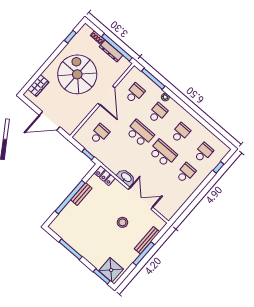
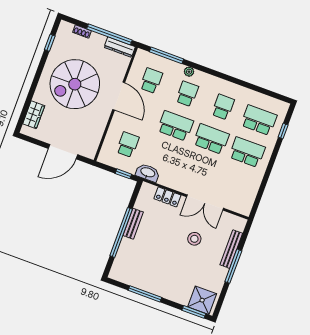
dresser: (111, 51) -> (120, 47), moved
spiral stairs: (77, 74) -> (75, 84), turned -90
school desk: (203, 153) -> (259, 120), width x1.85
school desk: (186, 173) -> (247, 152), width x1.85
locker: (105, 176) -> (167, 197), moved
washbasin: (126, 177) -> (148, 173), moved
double door: (141, 198) -> (205, 202), swing flipped

